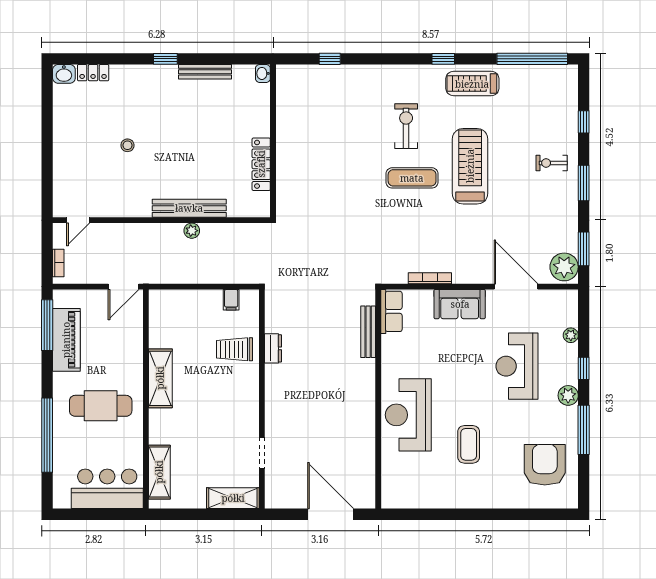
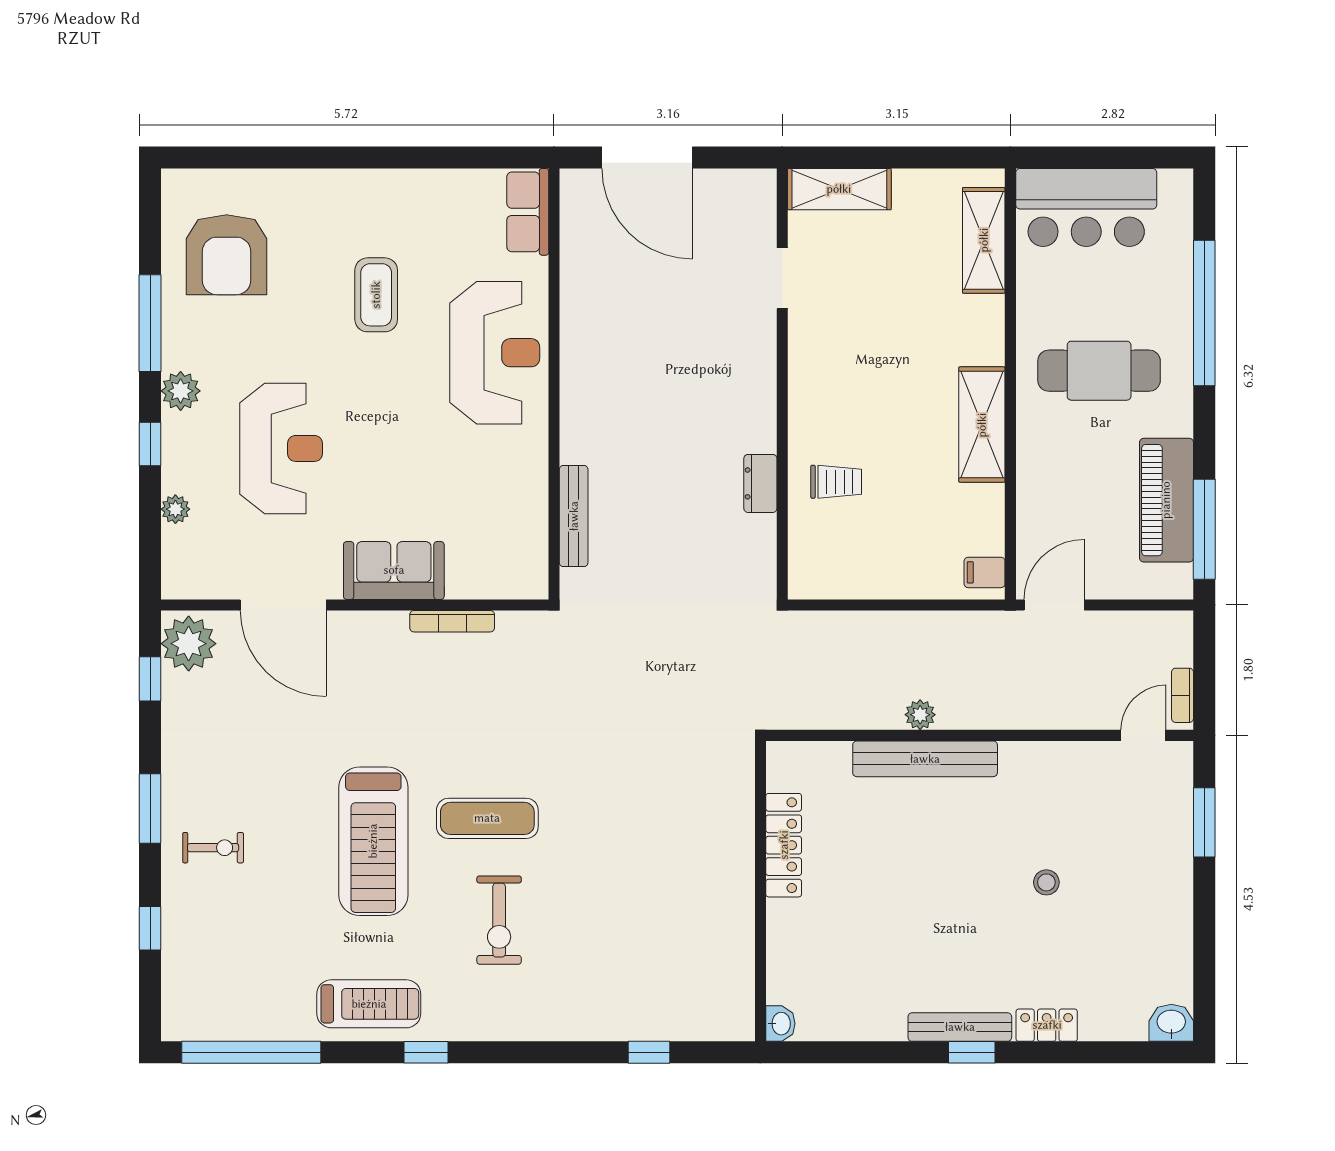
bench: (205, 72) -> (960, 1027), moved
locker: (93, 73) -> (1047, 1025), moved
window: (47, 176) -> (1204, 822), added
window: (584, 249) -> (150, 679), width x0.67
bookcase: (58, 263) -> (1182, 695), moved
filing cabinet: (231, 300) -> (985, 572), moved, turned -90
row of seats: (391, 311) -> (528, 212), moved
trolley: (234, 349) -> (836, 482), width x0.73, depth x0.72

